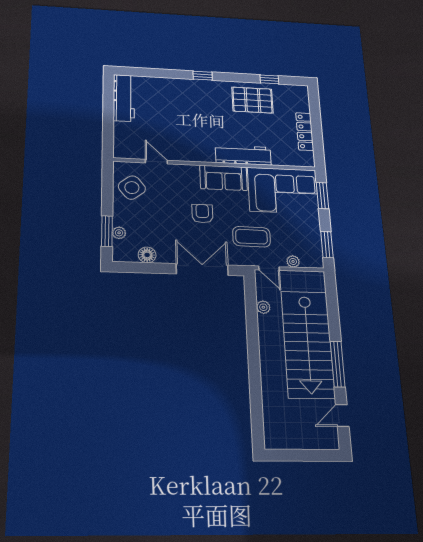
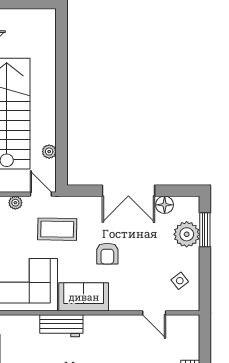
workbench: (243, 155) -> (61, 326), width x0.73
side table: (132, 188) -> (180, 281), width x0.54, depth x0.54
plant: (119, 233) -> (187, 234), width x1.88, depth x1.88
double door: (202, 269) -> (128, 191), moved

